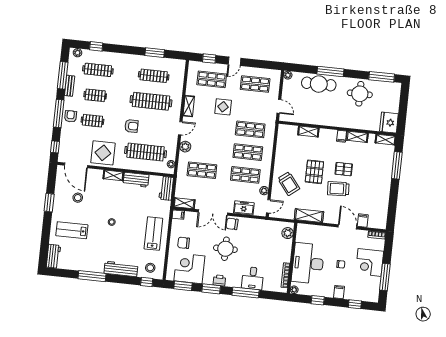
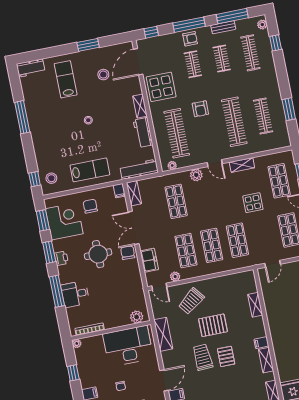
workbench: (166, 188) -> (139, 169), width x1.38
desk: (308, 263) -> (128, 346), moved
workbench: (121, 269) -> (40, 146), removed

